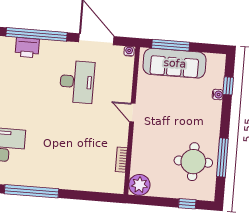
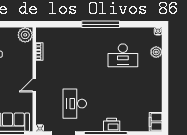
door: (132, 113) -> (34, 85), swing flipped

